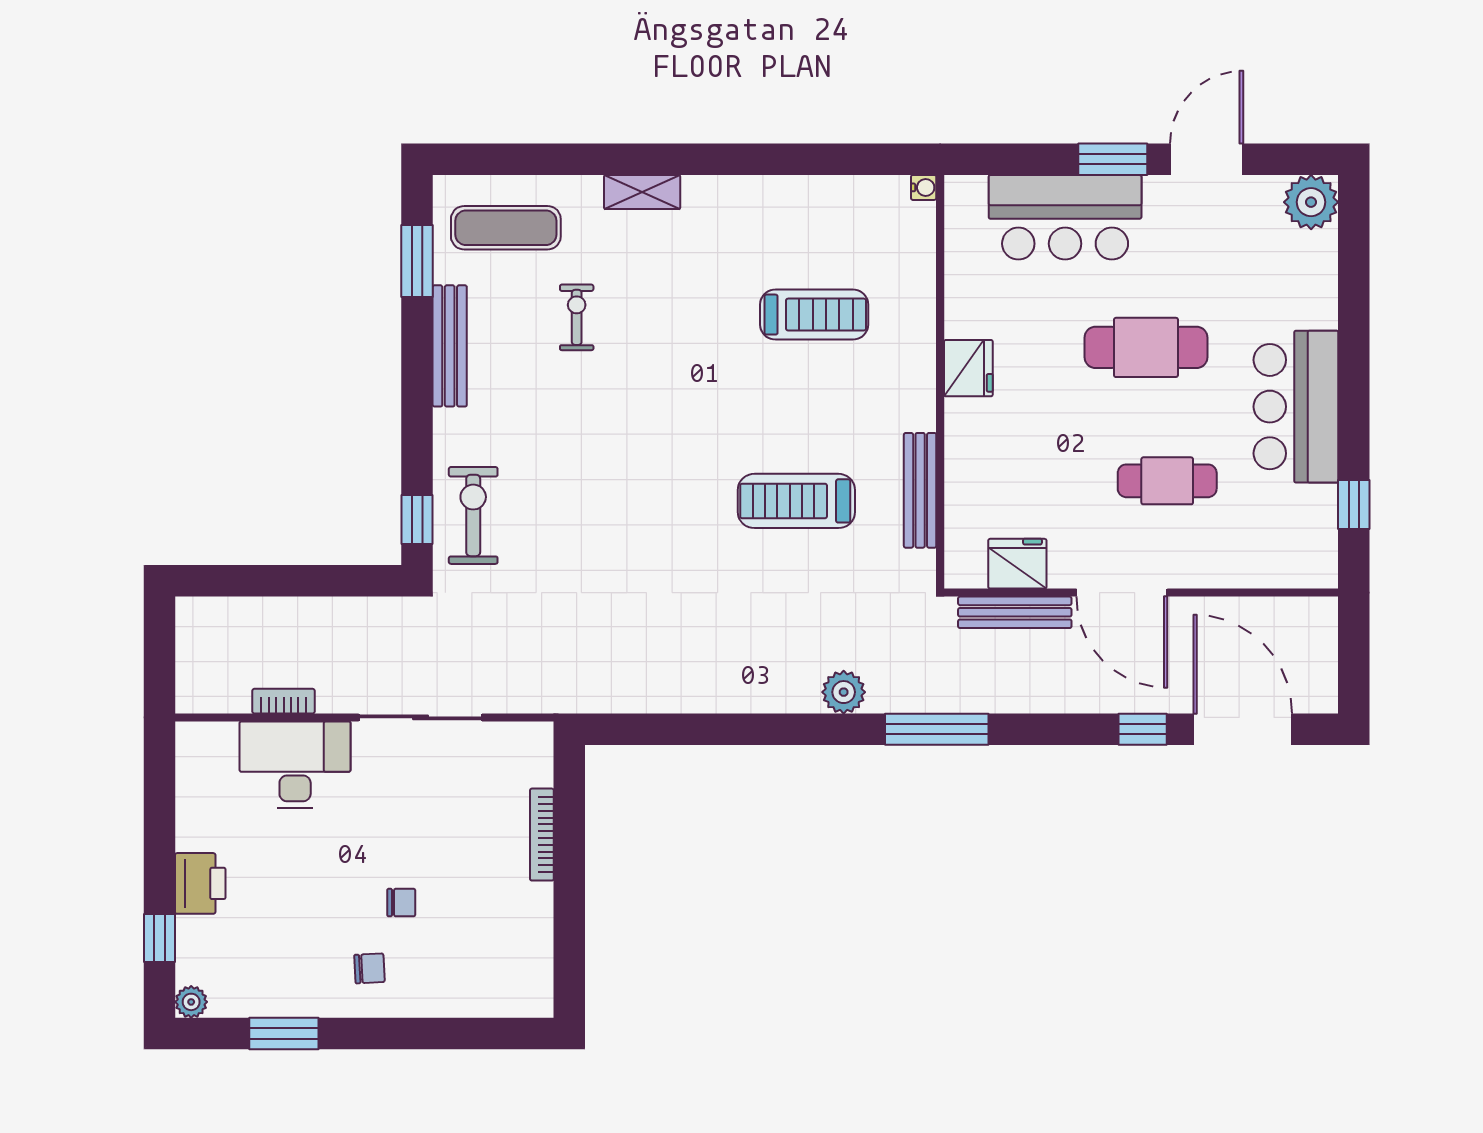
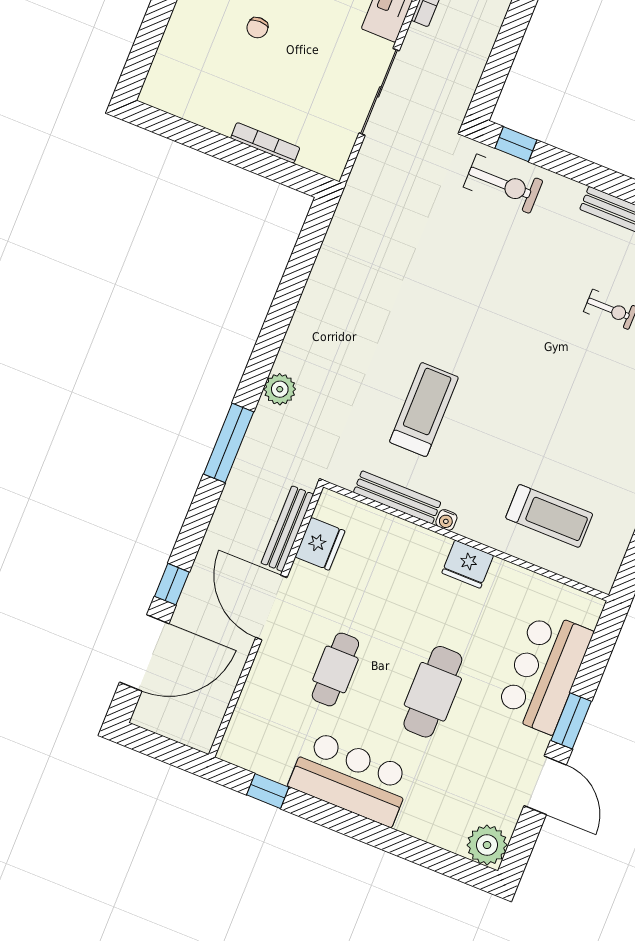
water cooler: (924, 187) -> (446, 520), moved
treadmill: (814, 315) -> (549, 516), moved, turned -90
door: (1122, 593) -> (271, 608), hinge flipped

